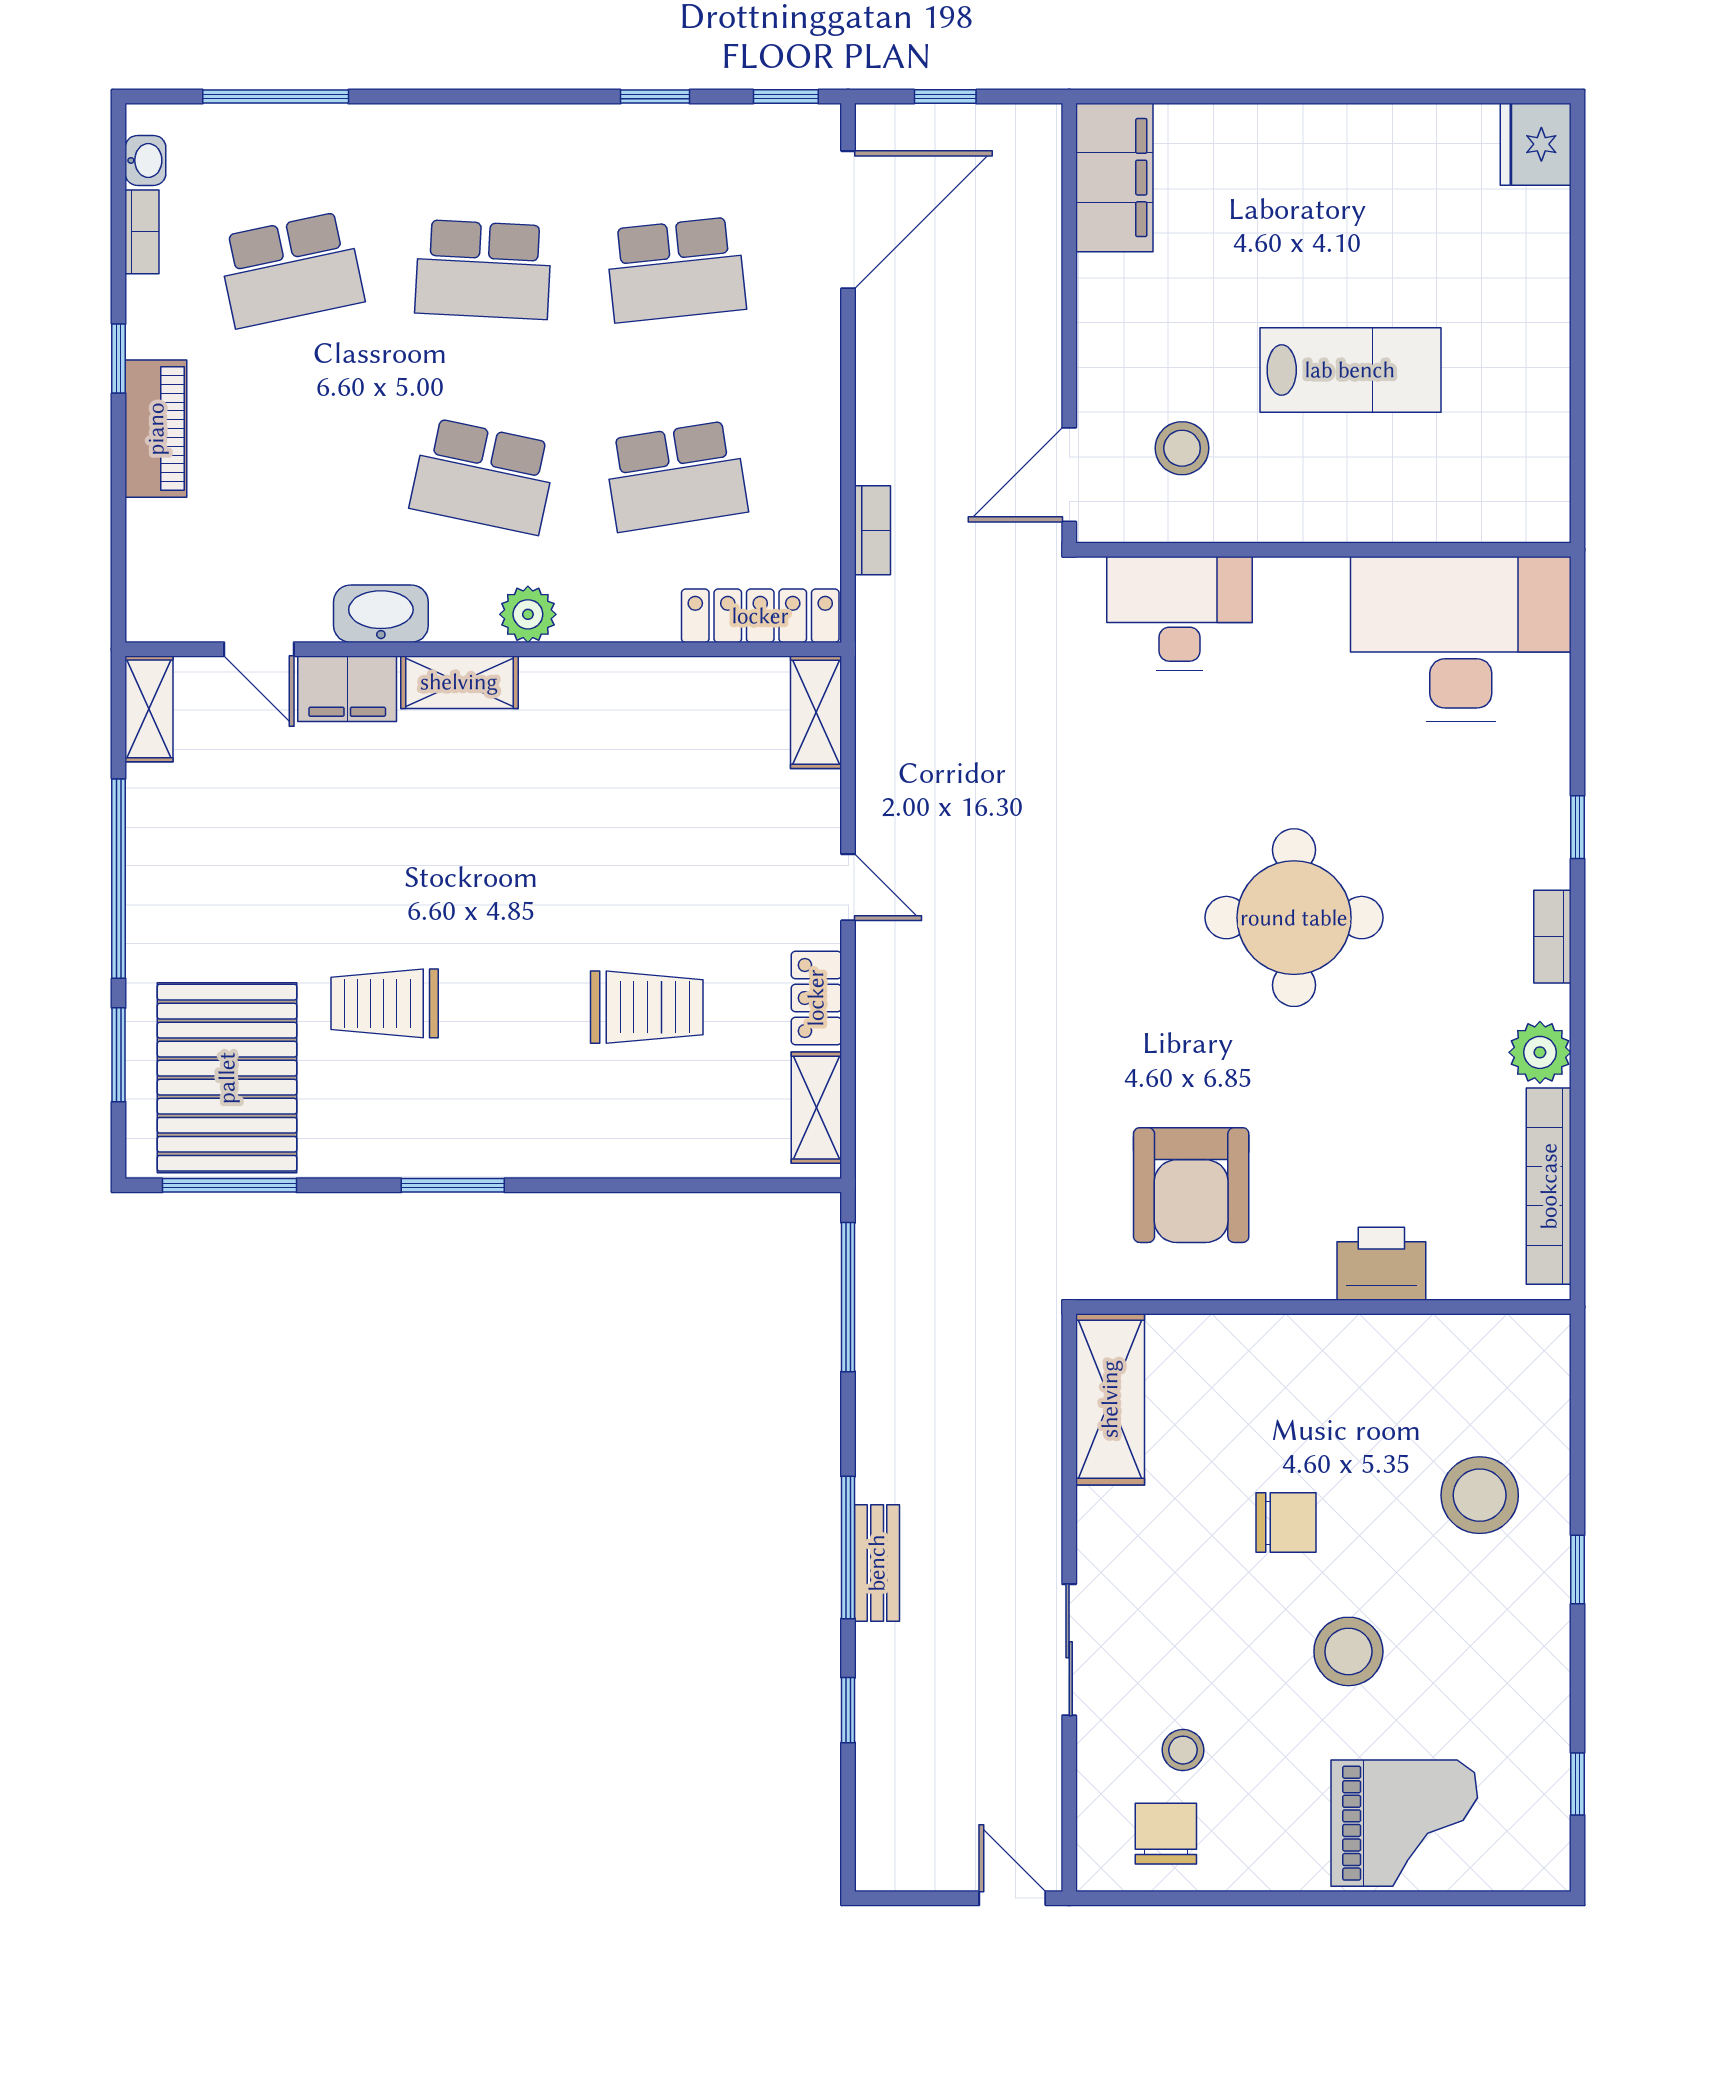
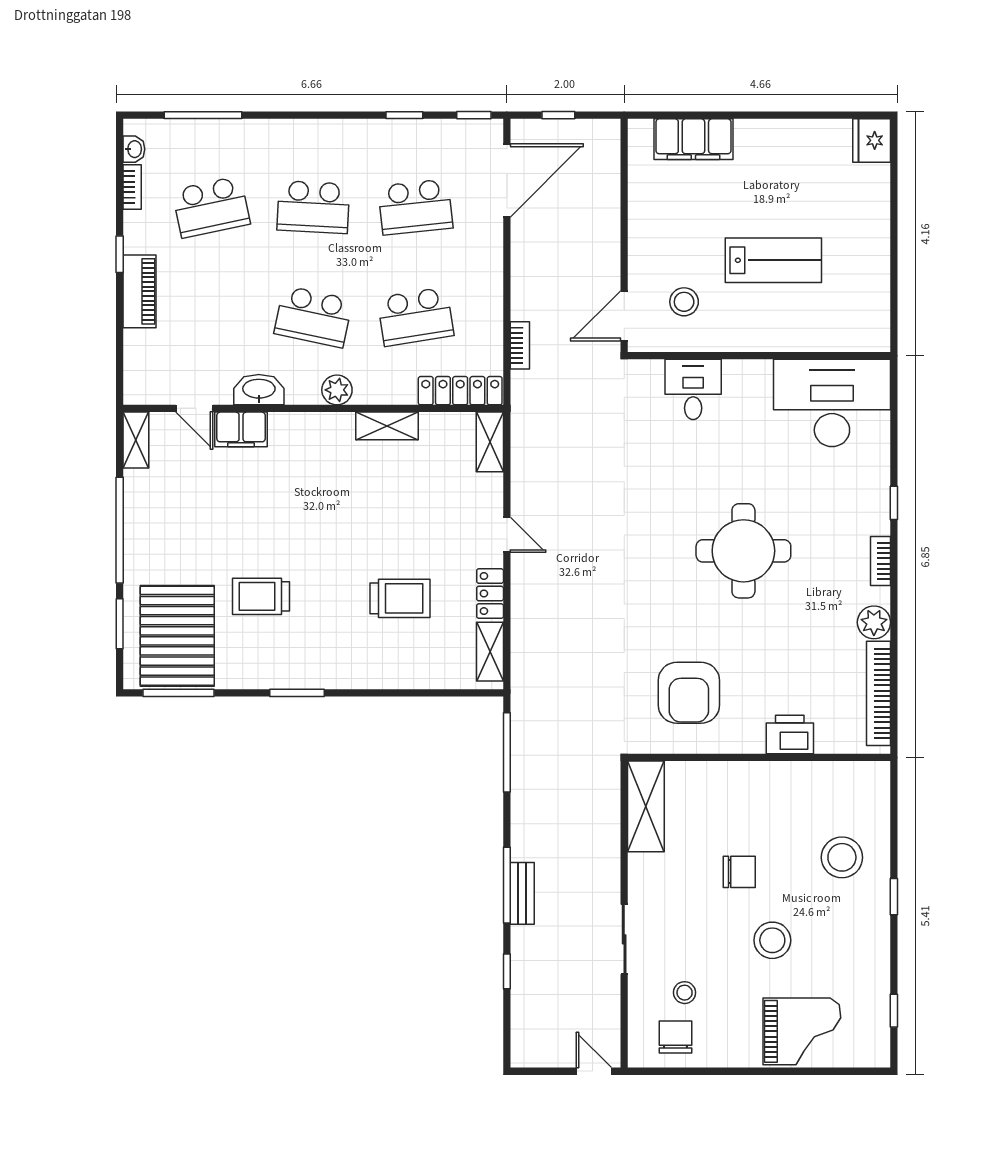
filing cabinet: (1114, 178) -> (693, 139), moved, turned 90
desk: (1179, 613) -> (693, 389), width x0.73
shelving: (459, 682) -> (387, 426), moved

